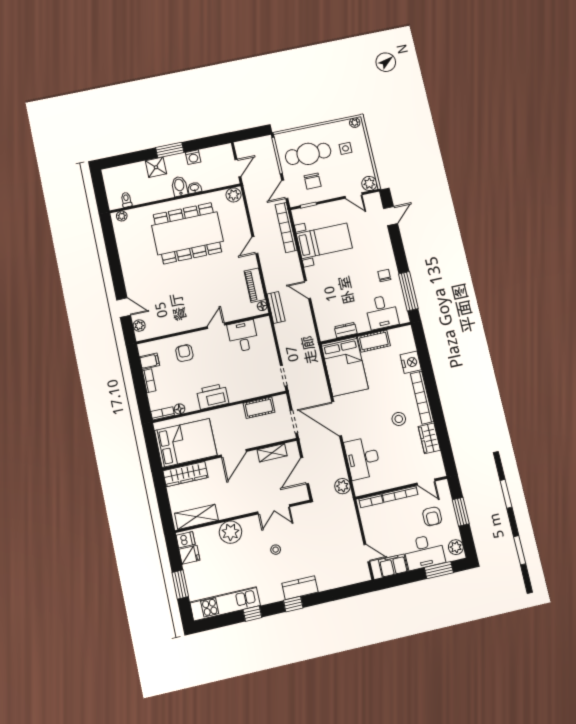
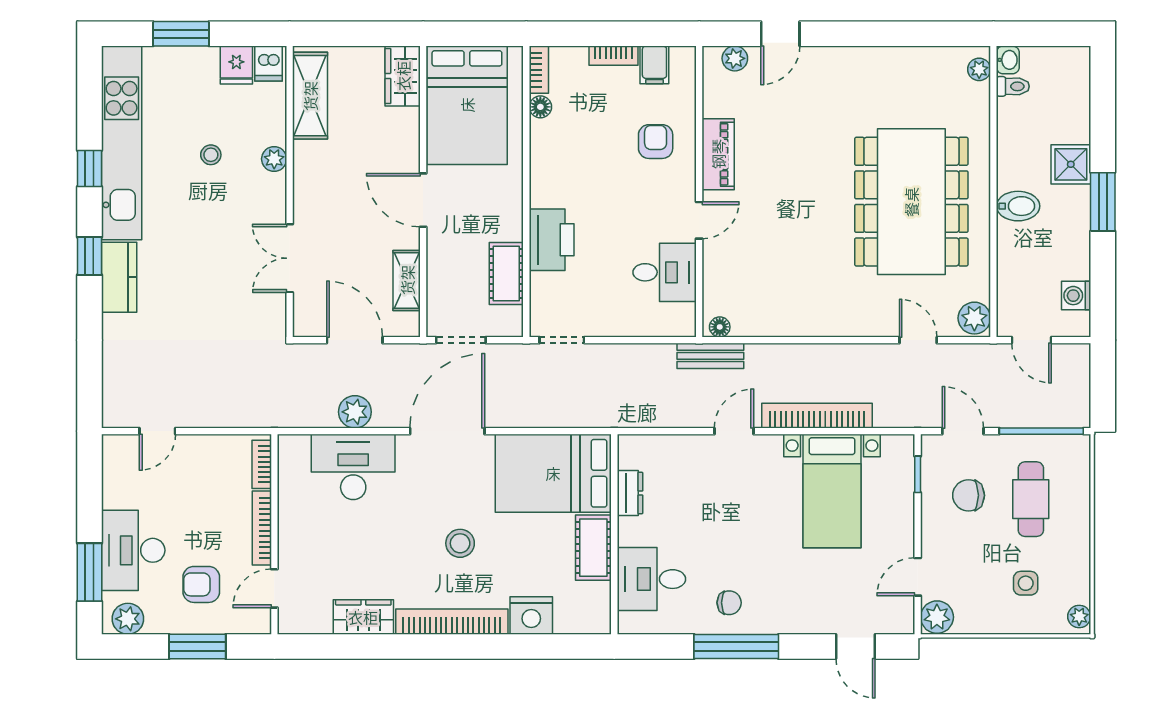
cafe table: (308, 154) -> (1031, 499), width x0.73, depth x0.74
washing machine: (193, 157) -> (1076, 296), moved
washbasin: (194, 188) -> (1008, 60), moved
bookcase: (286, 227) -> (817, 416), moved
door: (255, 245) -> (918, 340), moved
piano: (255, 285) -> (718, 154), moved, turned 90
window: (408, 291) -> (736, 647), moved
door: (216, 326) -> (699, 220), hinge flipped
armchair: (184, 353) -> (656, 142), turned -90
printer: (213, 396) -> (552, 240), moved
stool: (399, 419) -> (460, 543), moved
wardrobe: (185, 474) -> (403, 76), width x0.67
plant: (342, 486) -> (355, 412), moved
plant: (230, 532) -> (274, 159), width x0.53, depth x0.53
stool: (276, 550) -> (211, 155), moved
filing cabinet: (393, 565) -> (120, 480), removed
kitchen unit: (225, 604) -> (122, 143), width x1.36

